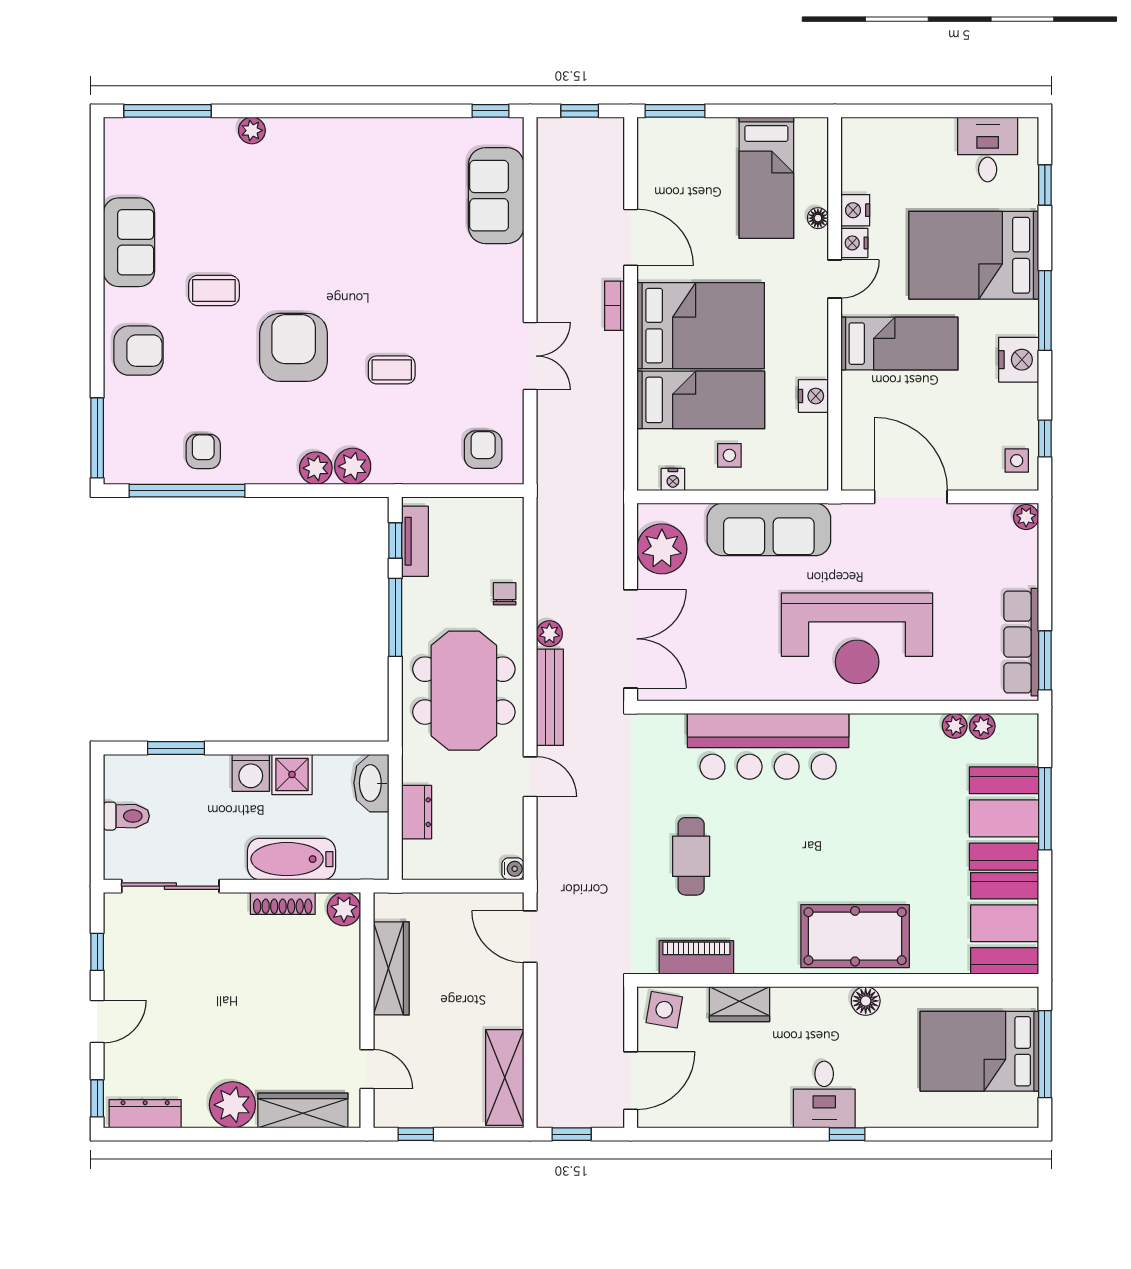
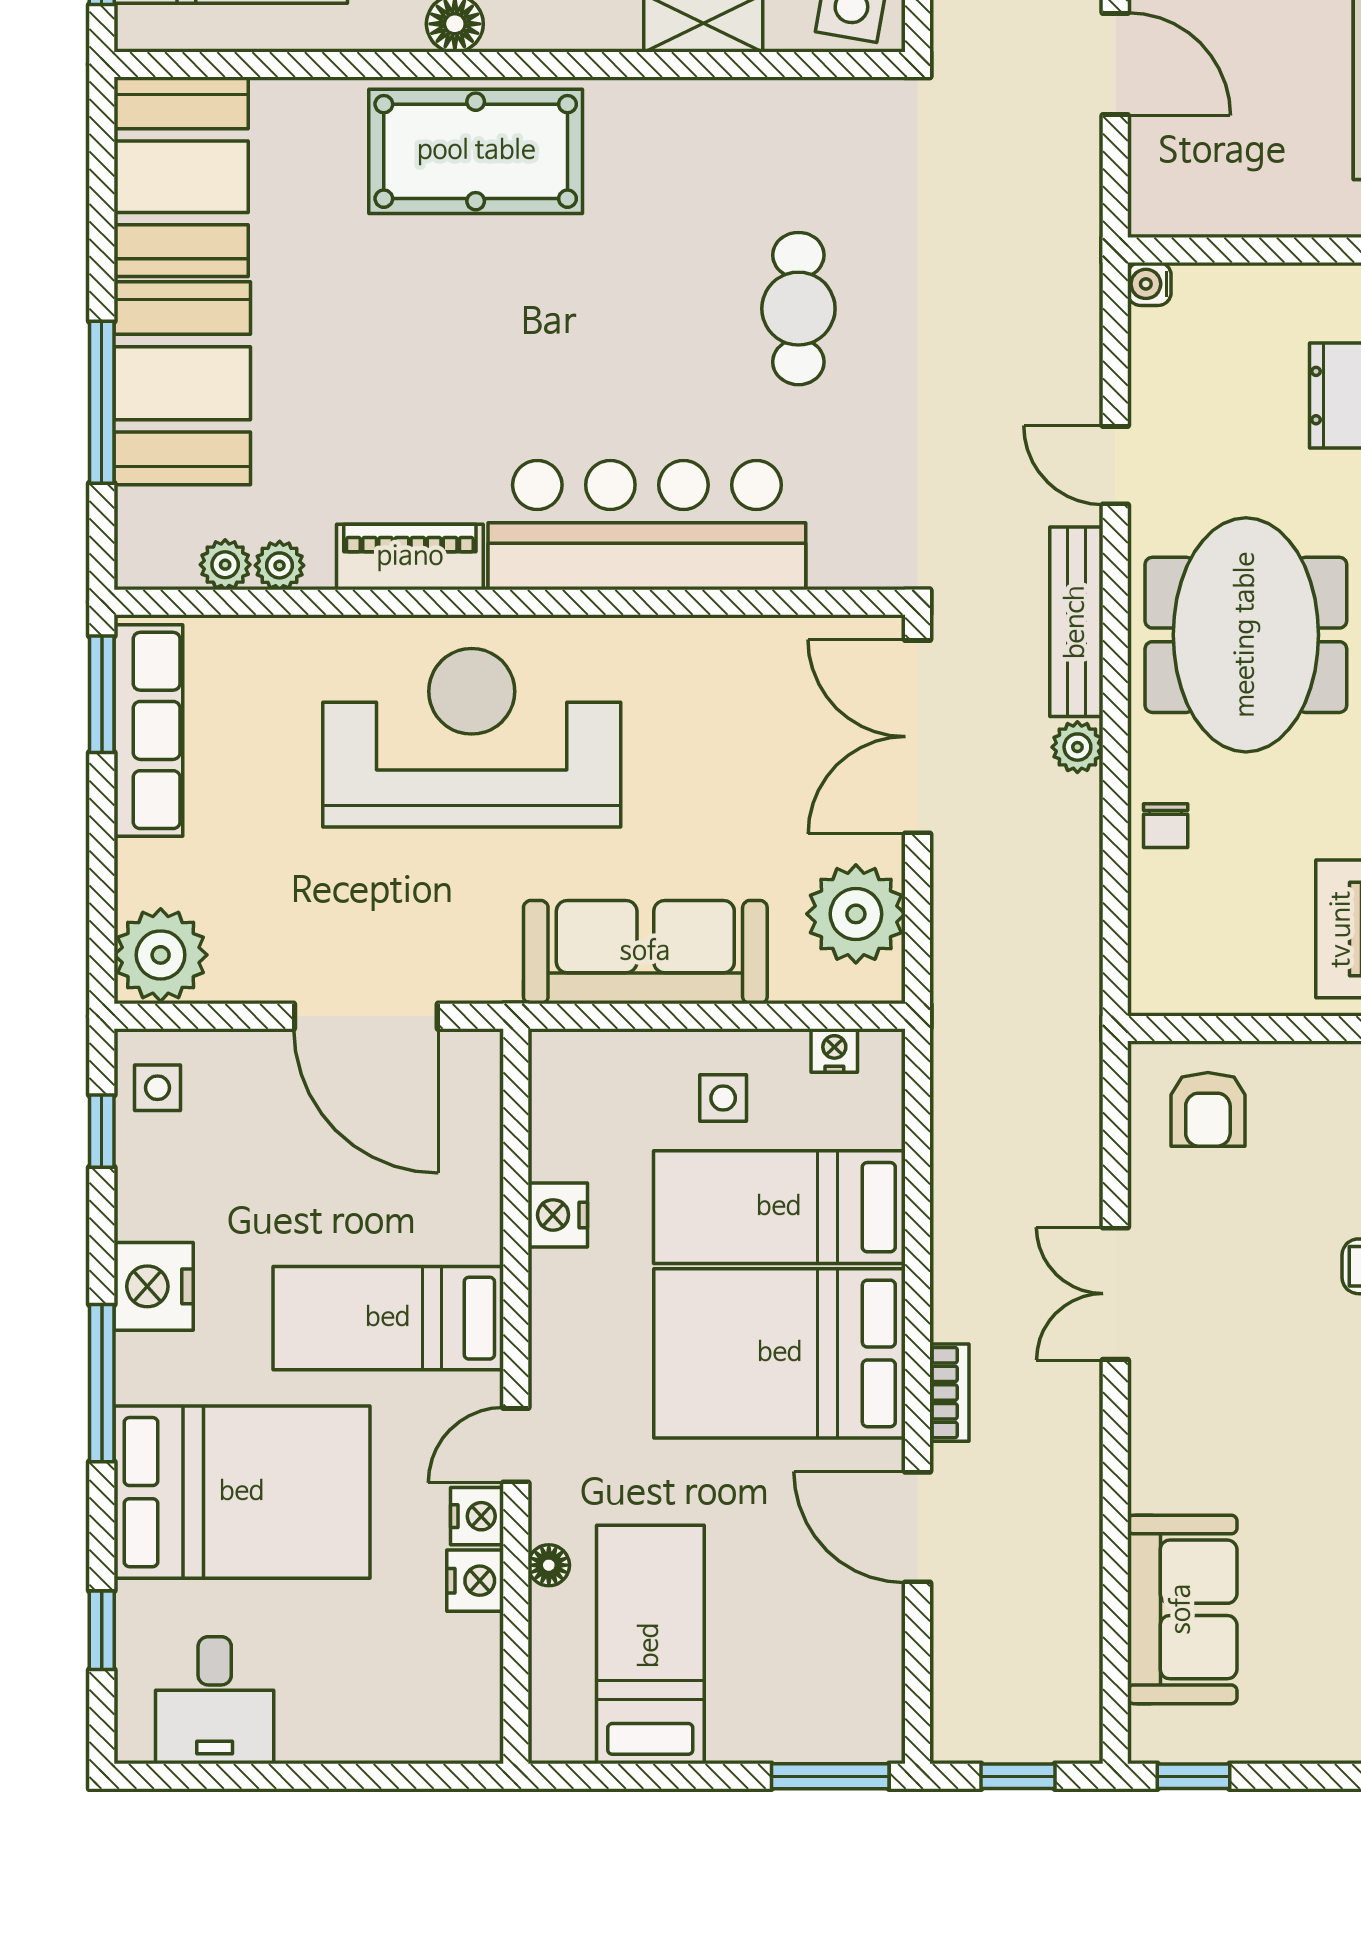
plant: (1026, 517) -> (161, 955), width x1.88, depth x1.88
door: (530, 937) -> (1115, 64), moved
piano: (696, 957) -> (410, 557), moved, turned 180

